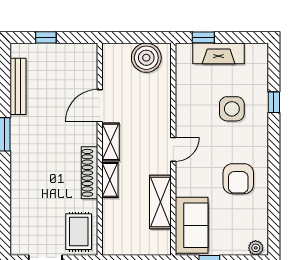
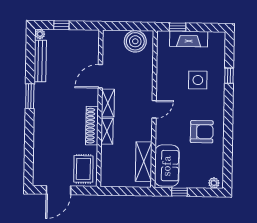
plant: (17, 50) -> (40, 34), added
armchair: (238, 179) -> (202, 132), turned -90
shelving: (160, 202) -> (144, 162), moved

